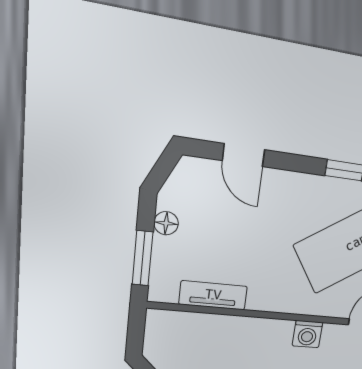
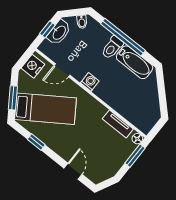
floor lamp: (166, 223) -> (137, 139), moved

